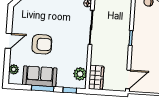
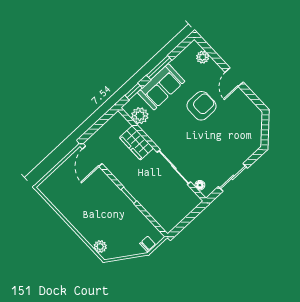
armchair: (42, 44) -> (201, 106), turned 180
sofa: (40, 76) -> (161, 87), moved
wardrobe: (96, 78) -> (136, 143), moved

